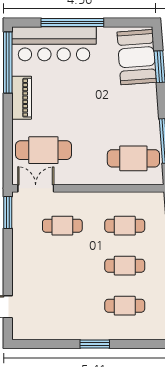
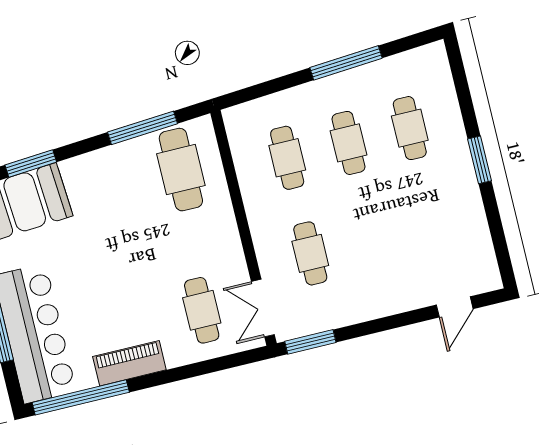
cafe table: (43, 150) -> (202, 310), width x0.73, depth x0.74

